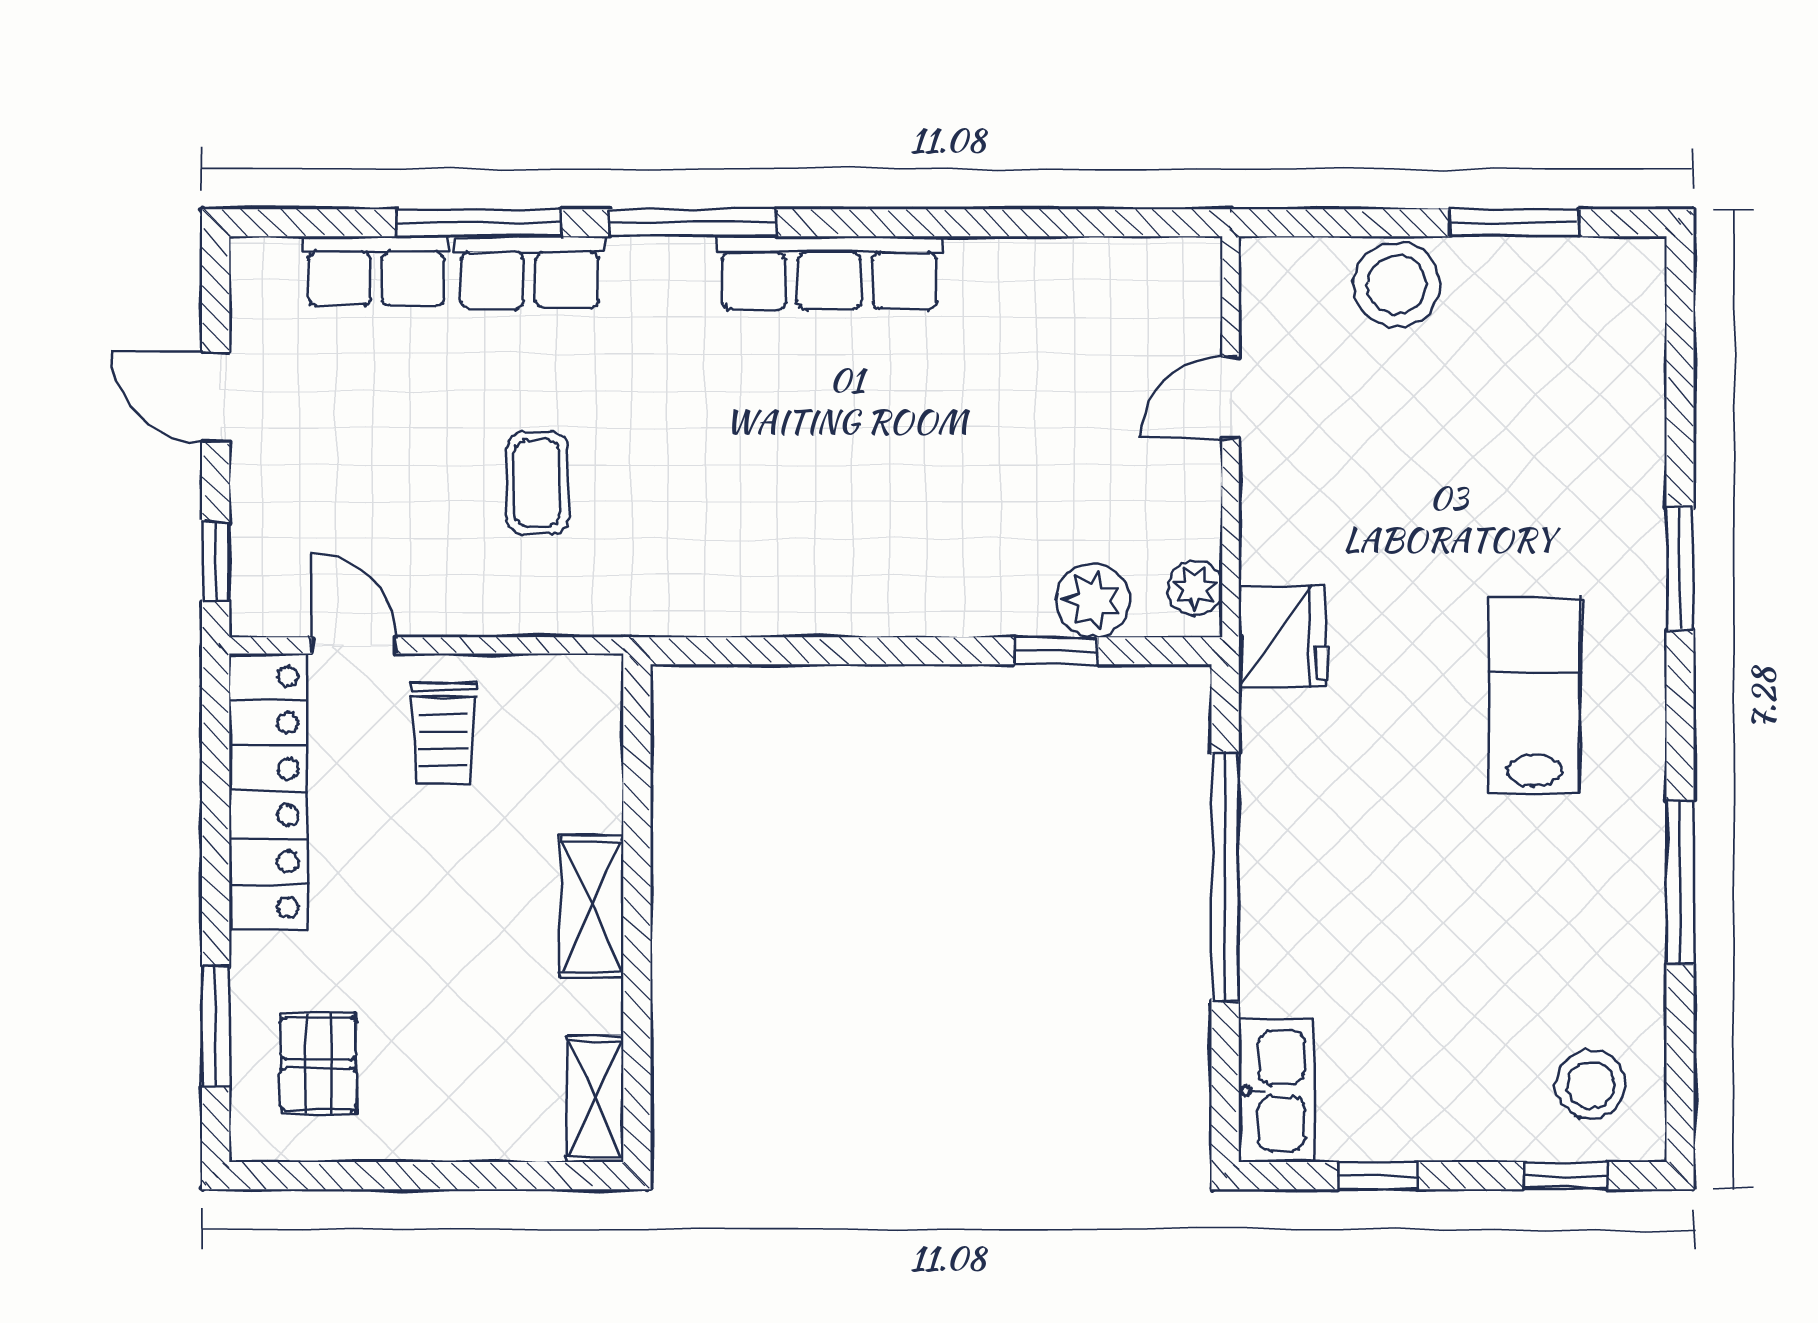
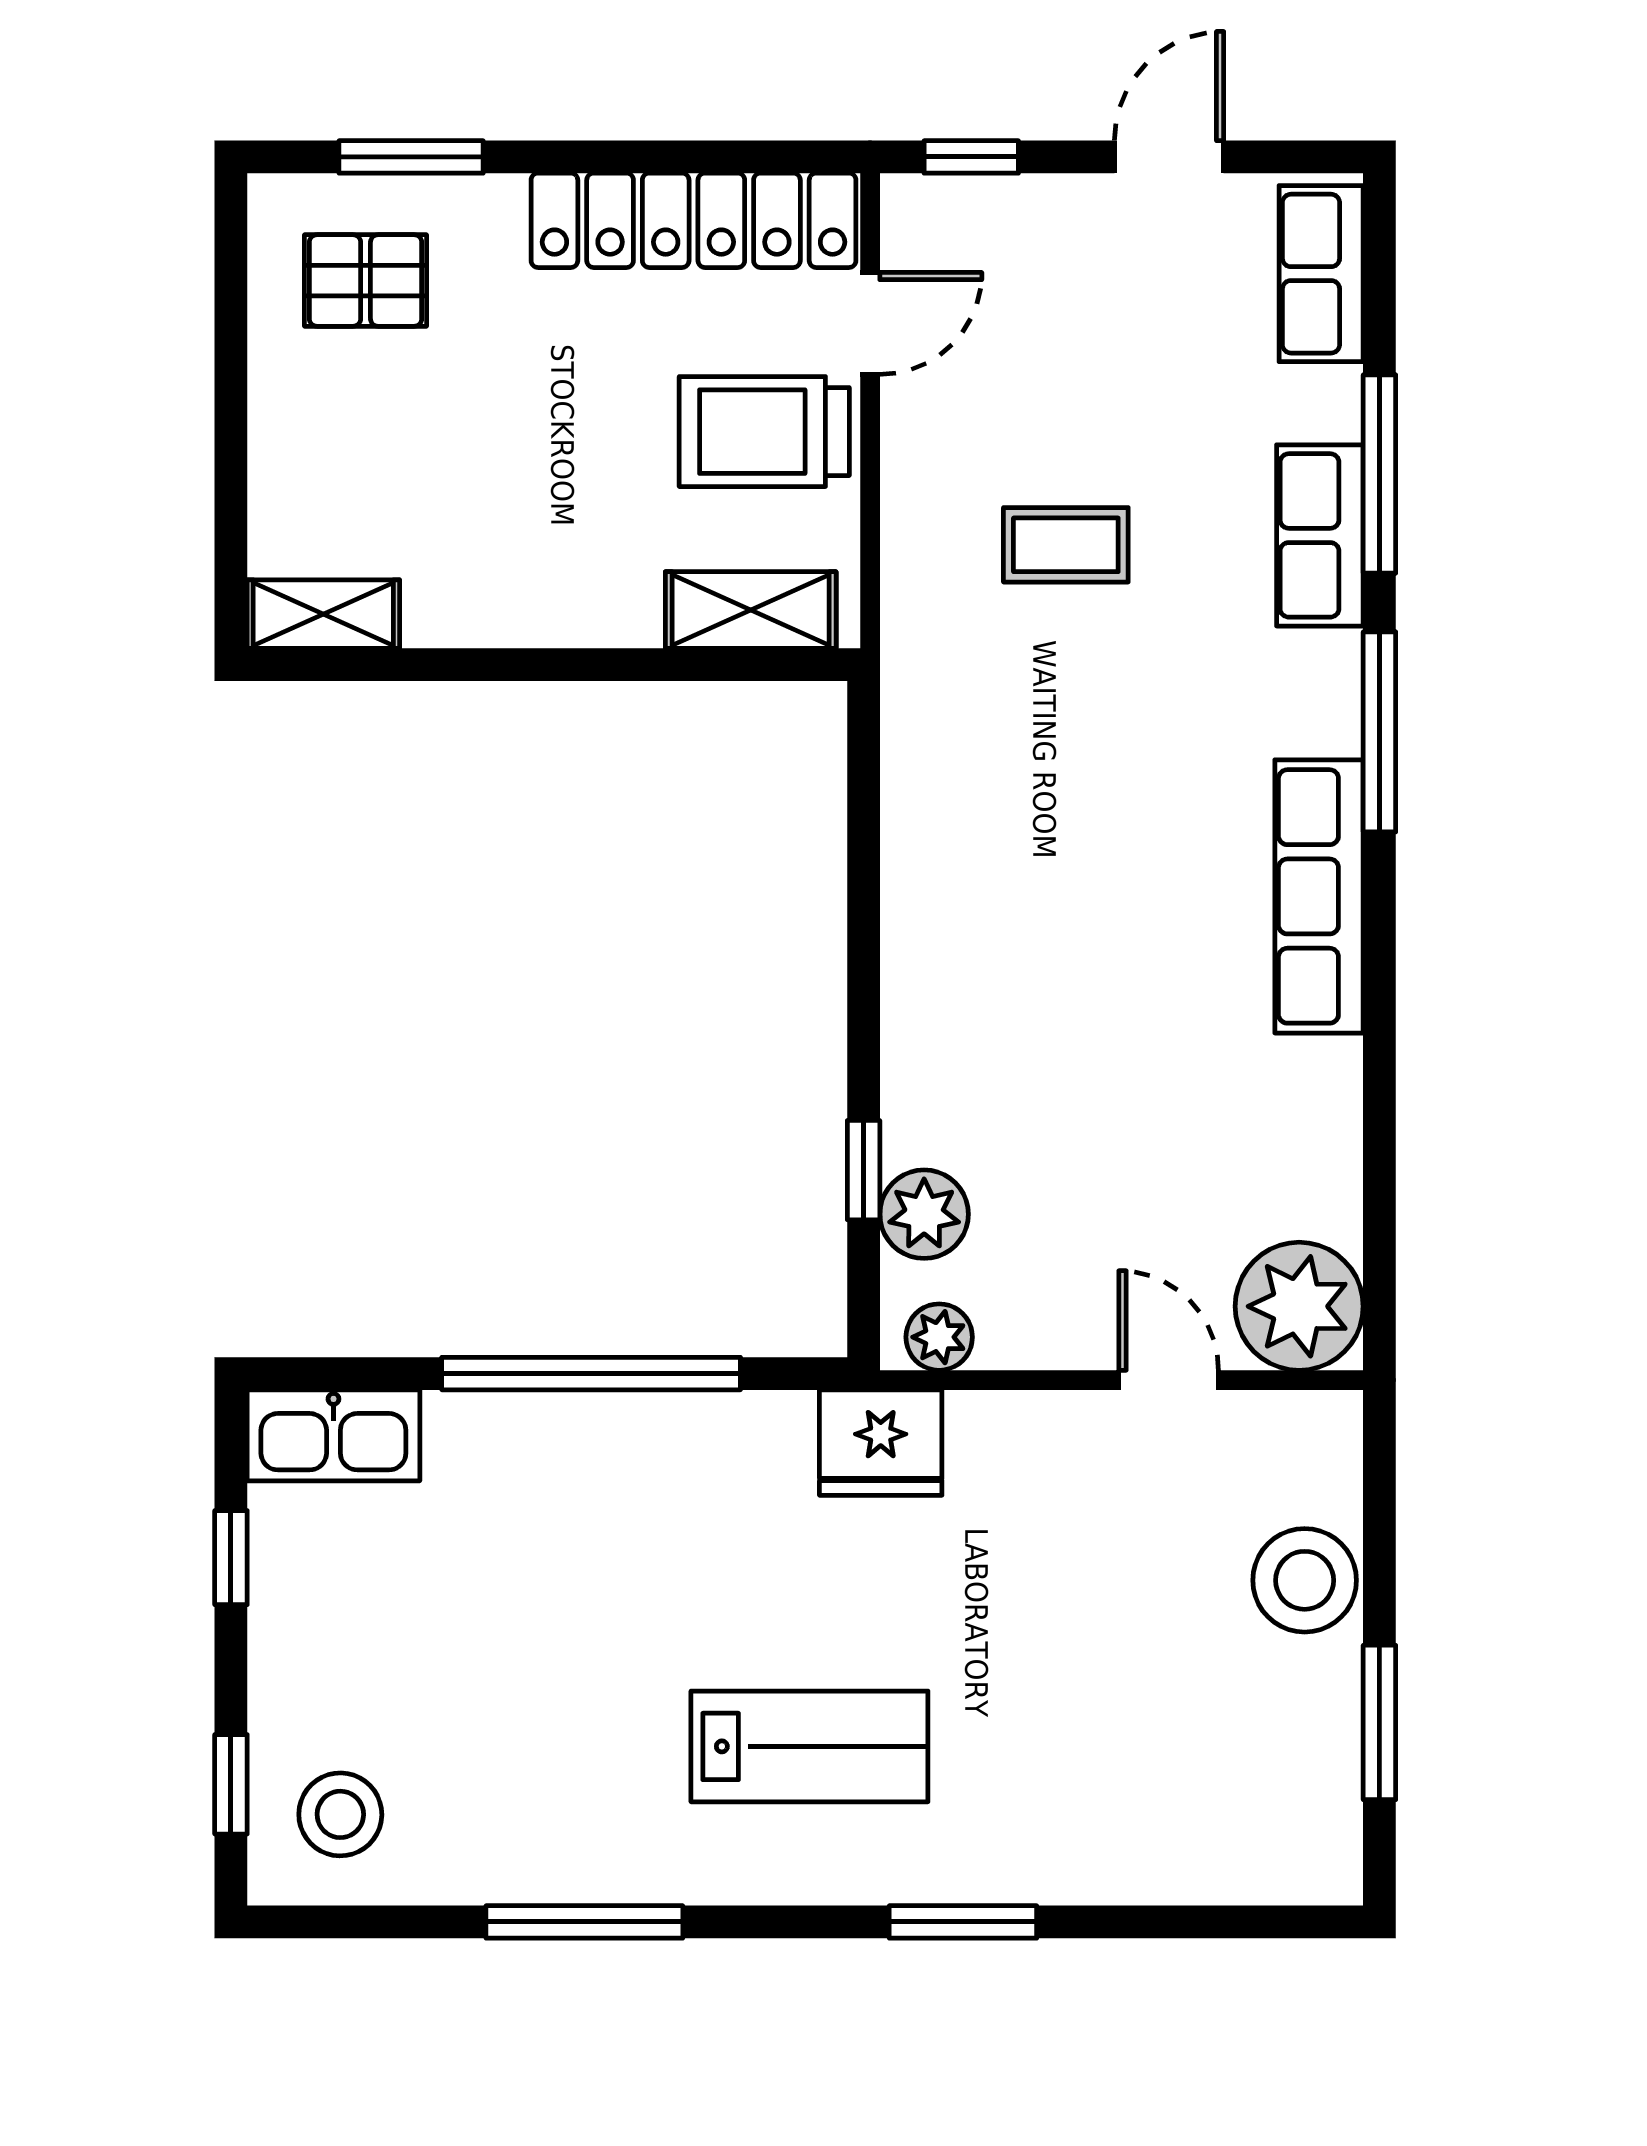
row of seats: (376, 271) -> (1321, 274), moved
plant: (1169, 289) -> (1299, 1306), added
trolley: (444, 733) -> (764, 432), width x1.36, depth x1.39
shelving: (592, 907) -> (751, 610), moved

